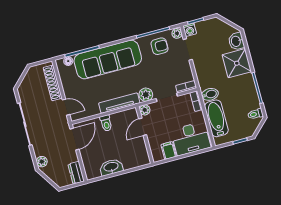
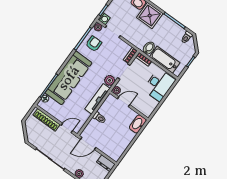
door: (143, 127) -> (124, 102), swing flipped
door: (75, 139) -> (88, 143), swing flipped
filing cabinet: (169, 150) -> (152, 103), removed
washbasin: (111, 167) -> (138, 124), moved

